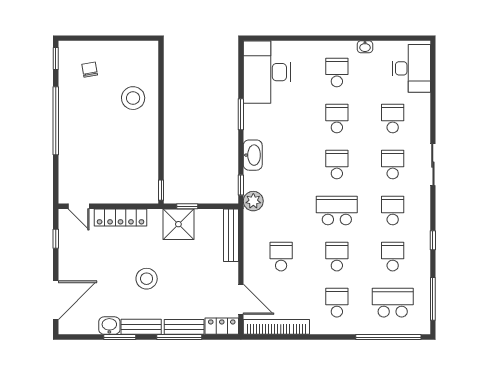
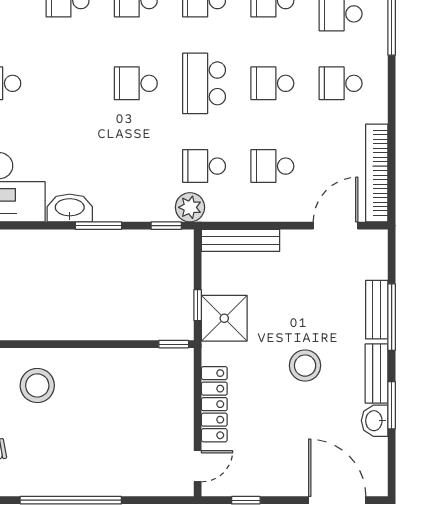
window: (241, 114) -> (98, 226), moved
school desk: (337, 118) -> (204, 166), moved
washbasin: (253, 155) -> (70, 208), moved
locker: (222, 326) -> (375, 254), removed

